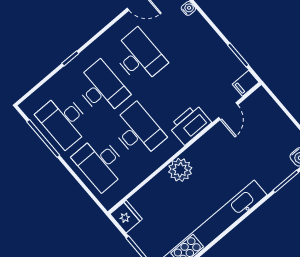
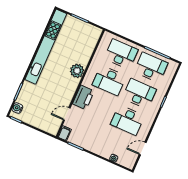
desk: (101, 89) -> (139, 94), turned 180
door: (228, 111) -> (67, 114), hinge flipped
fridge: (126, 217) -> (94, 32), removed

